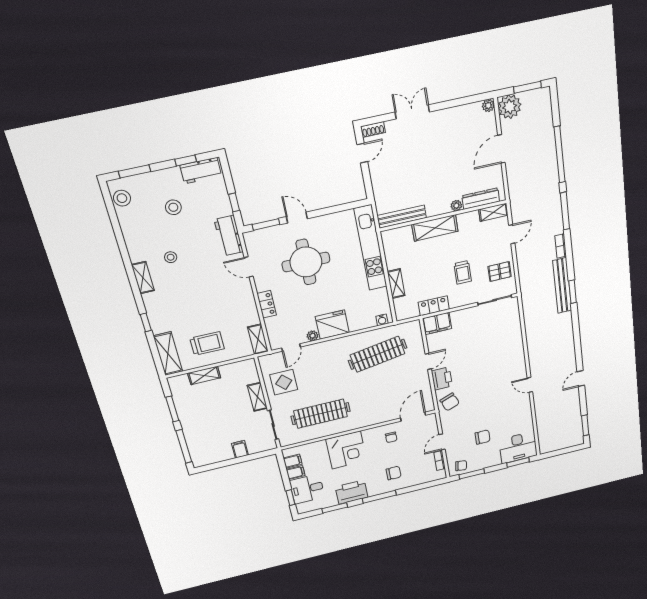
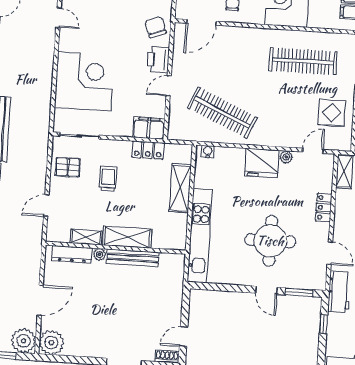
plant: (488, 106) -> (51, 343), width x1.88, depth x1.88
shelving: (493, 212) -> (86, 237), moved
bench: (402, 217) -> (133, 258), moved
shelving: (396, 284) -> (180, 188), width x1.50, depth x1.33
corner desk: (499, 344) -> (84, 81), added
clothes rail: (378, 354) -> (222, 113), turned 33

